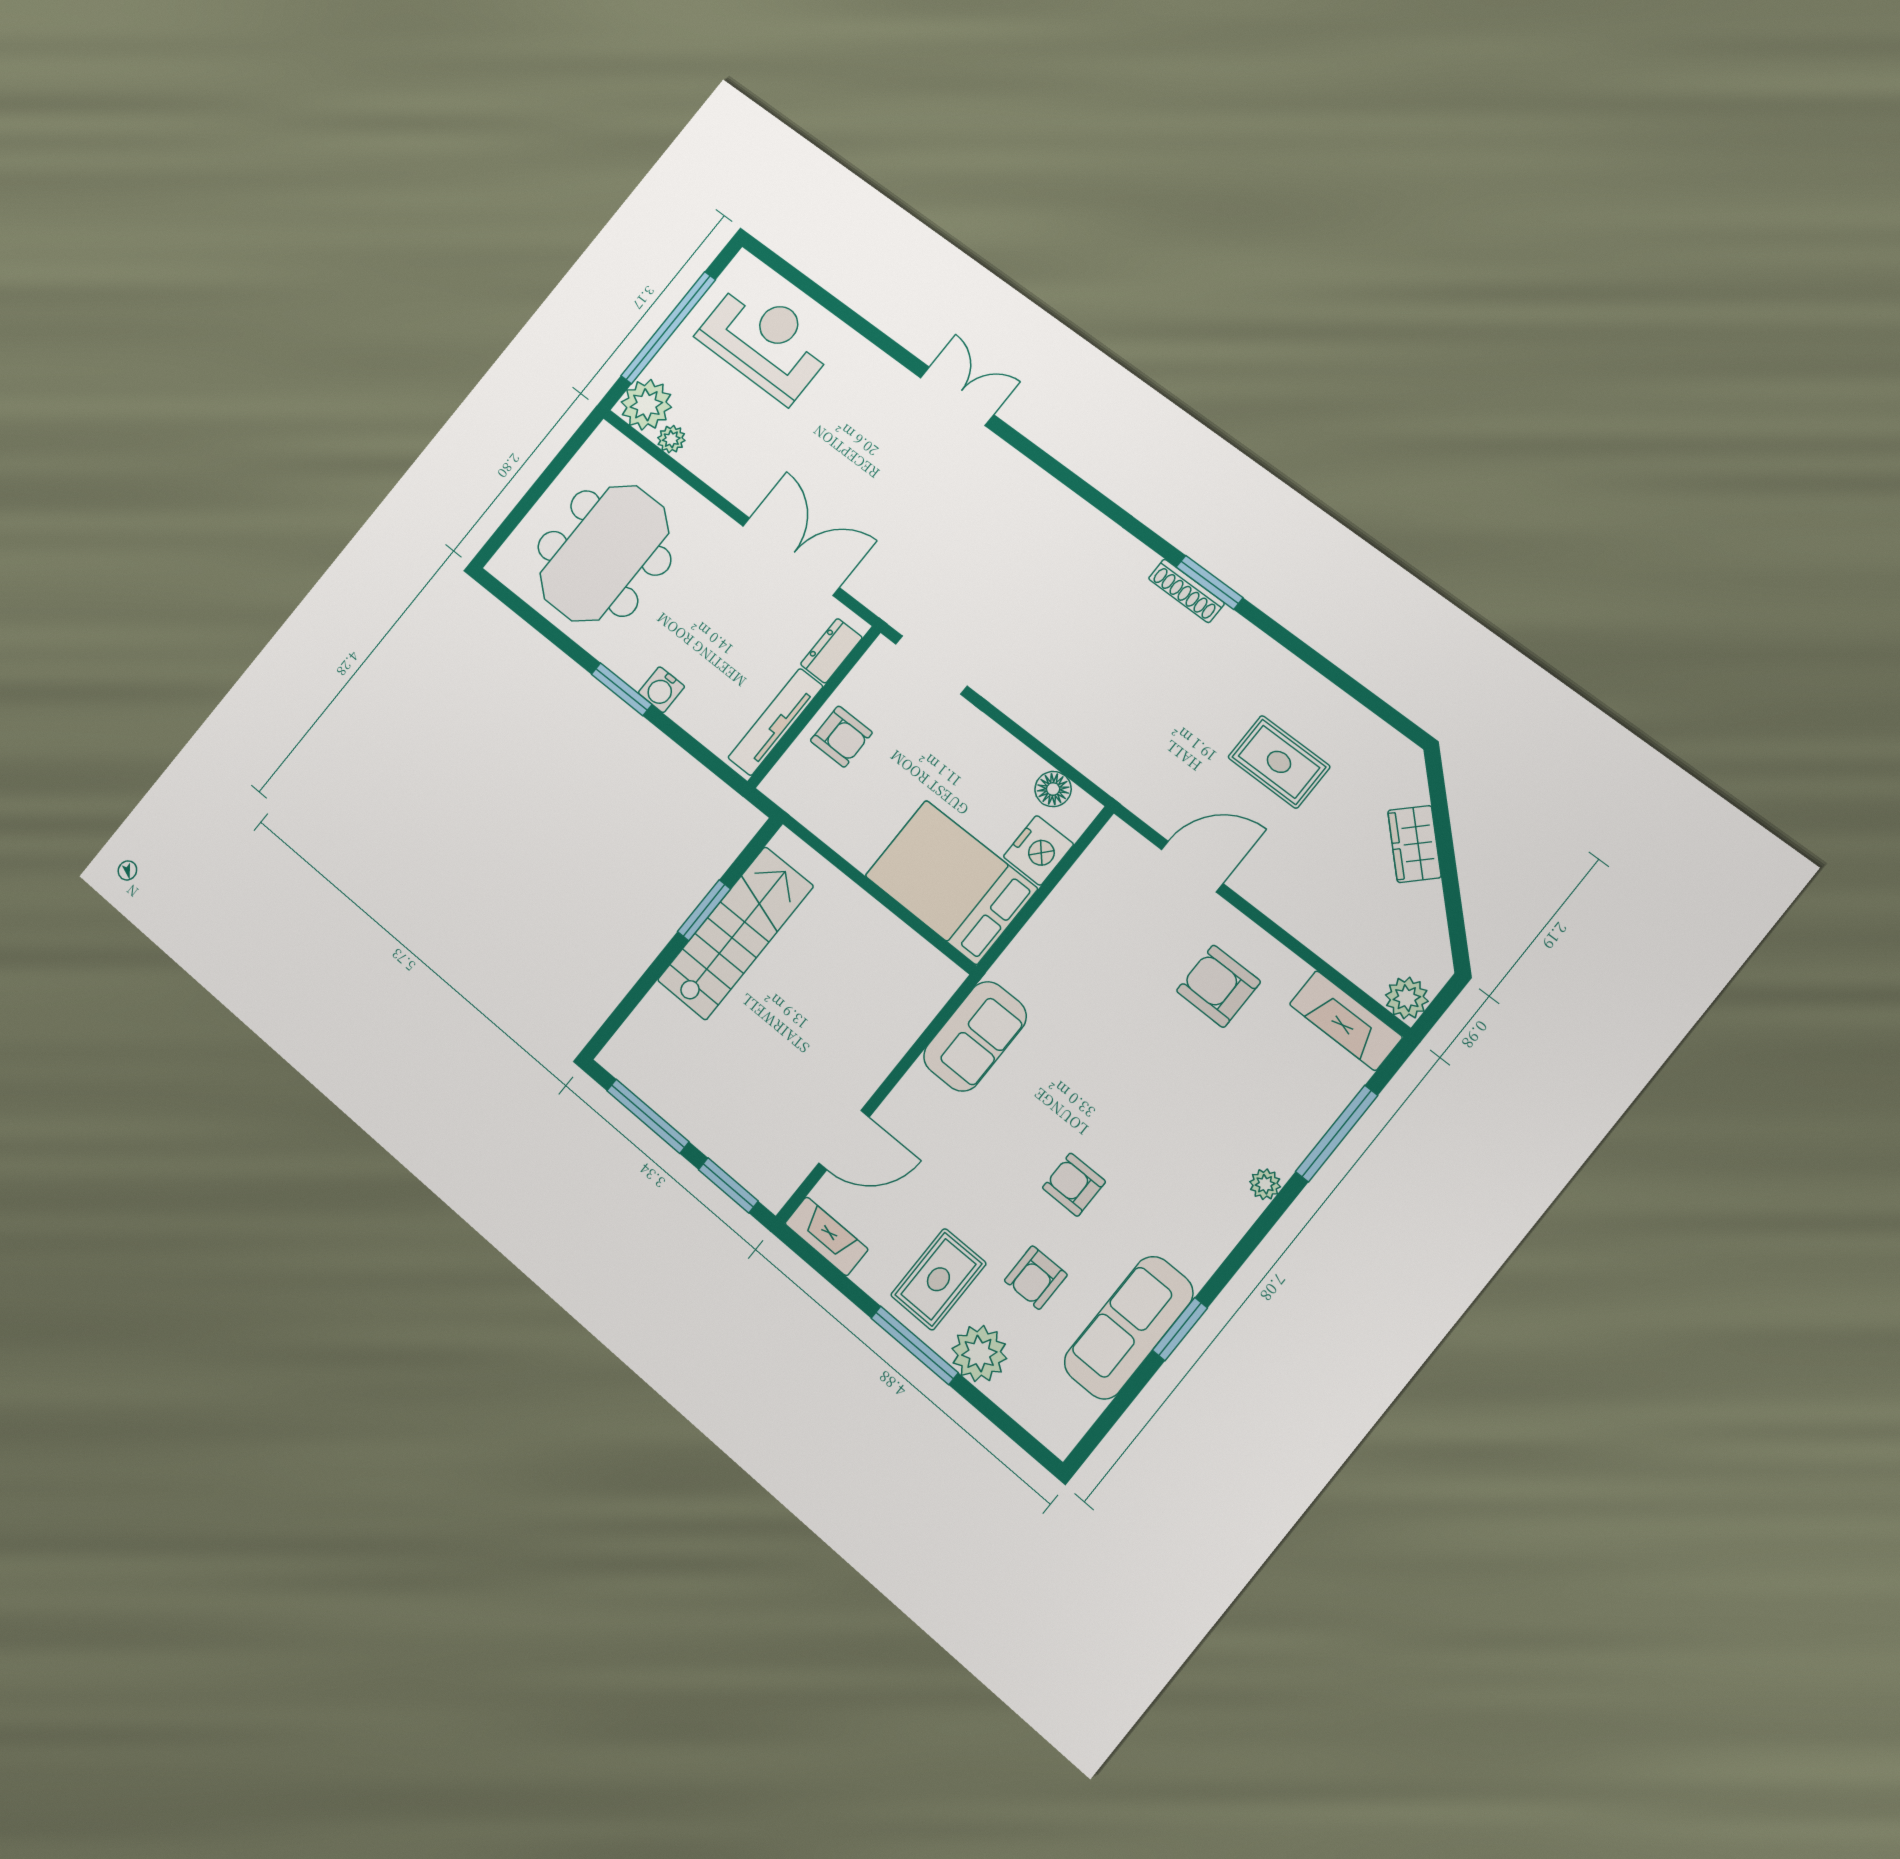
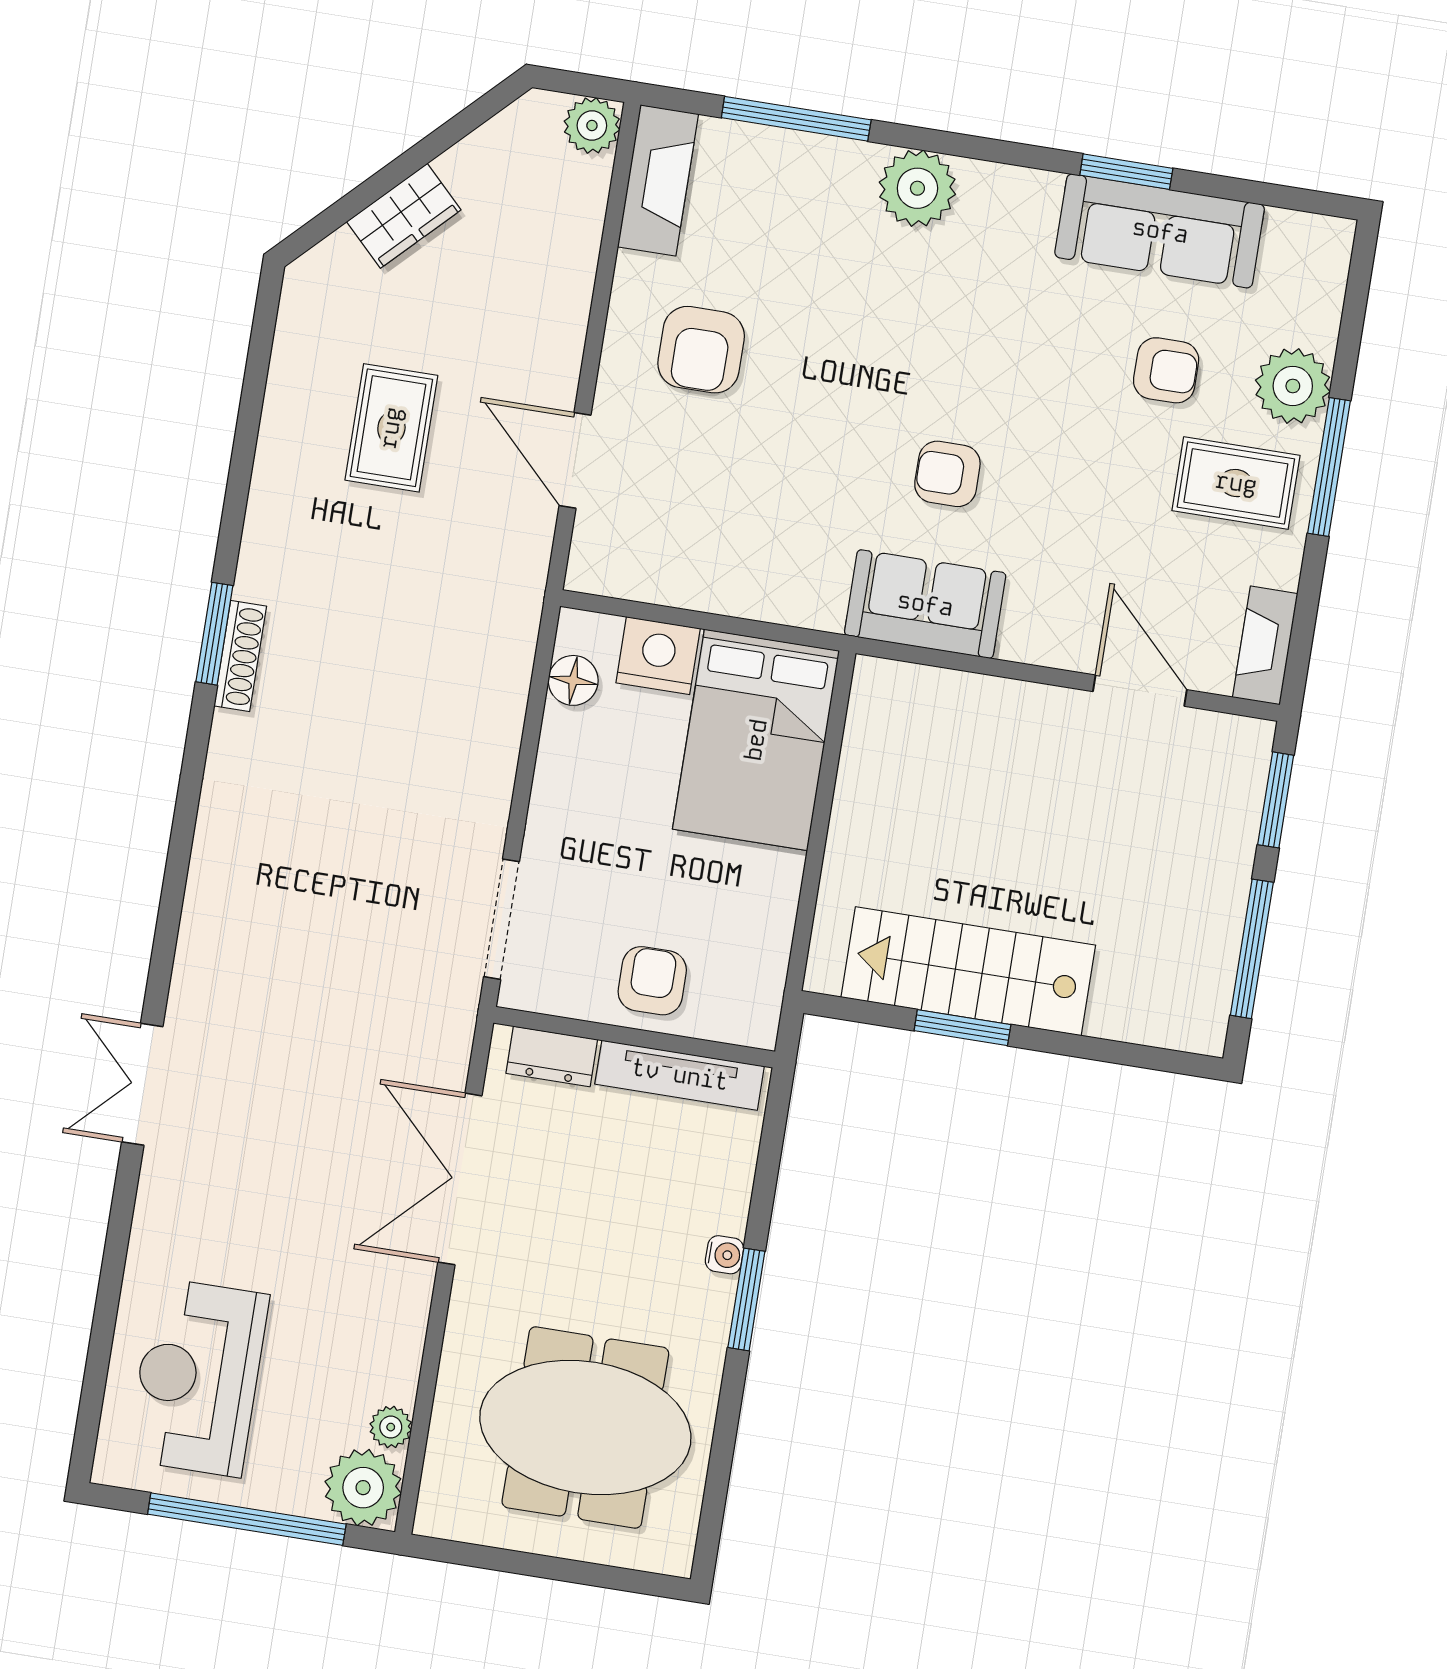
water cooler: (661, 690) -> (724, 1255), width x0.72, depth x0.72
plant: (1265, 1184) -> (917, 188), width x1.87, depth x1.87
armchair: (1074, 1185) -> (947, 474), moved, turned 90

